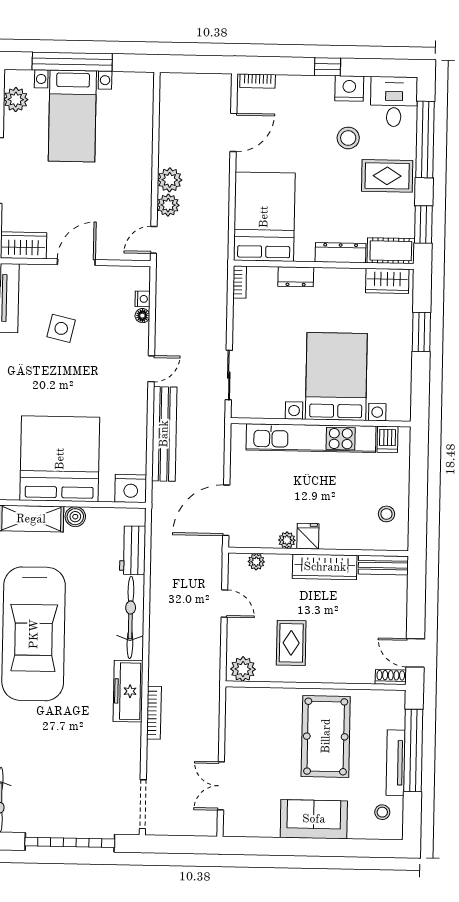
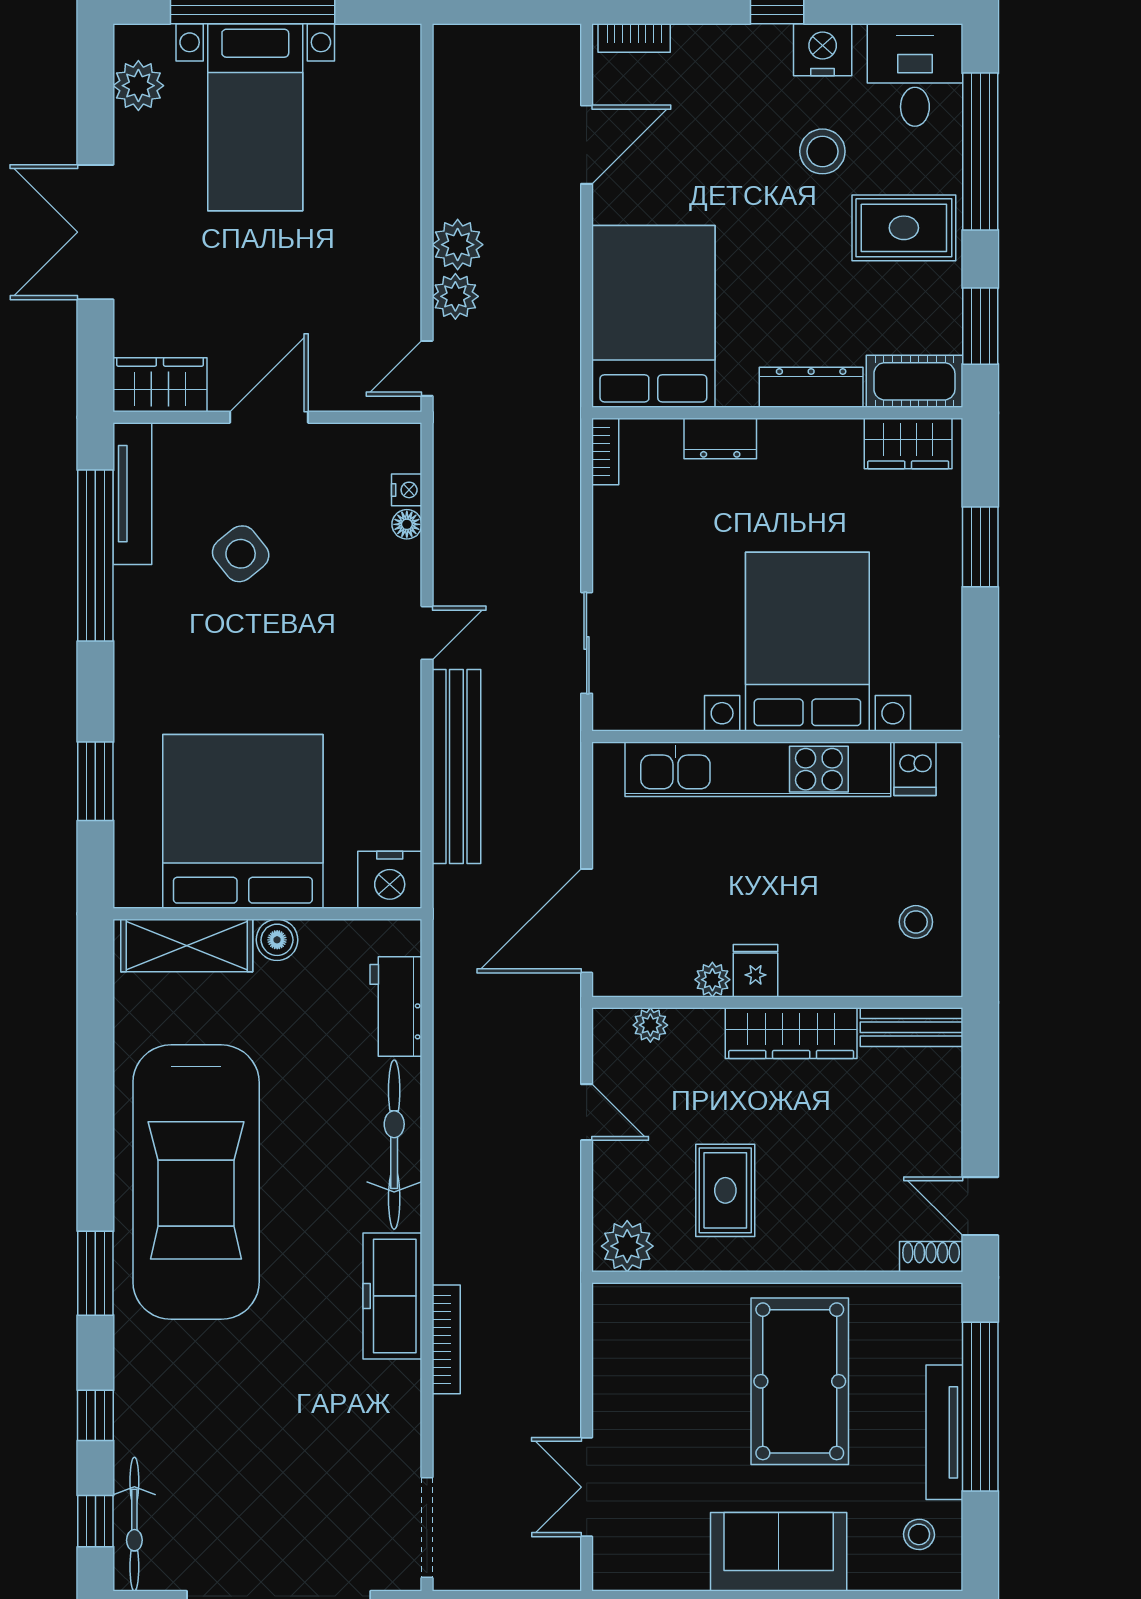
side table: (61, 328) -> (241, 554), turned 38

